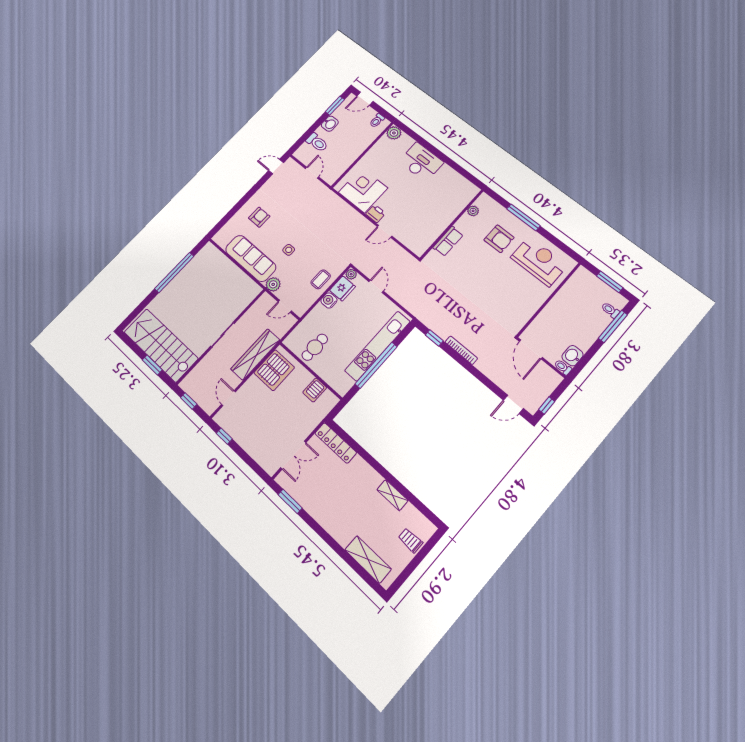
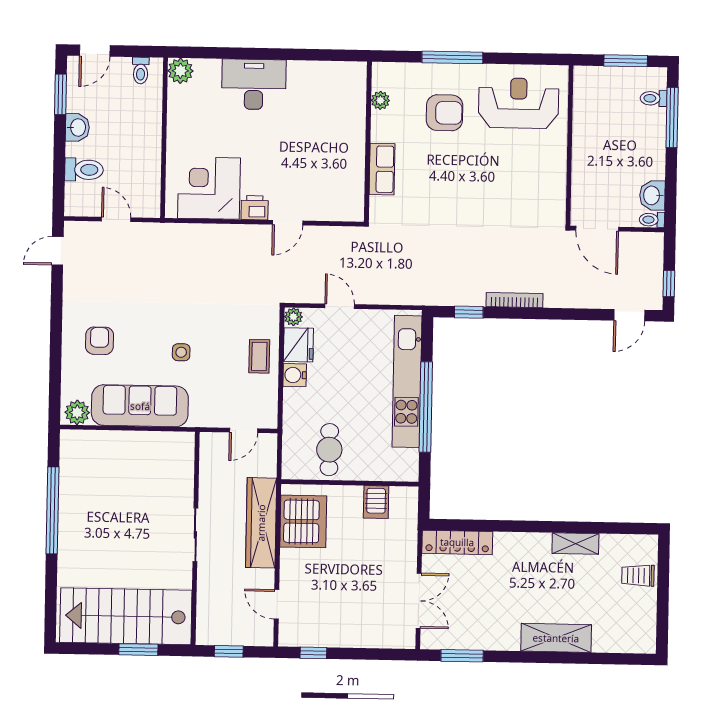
plant: (273, 284) -> (77, 412), moved
shelving: (368, 559) -> (556, 638), moved

